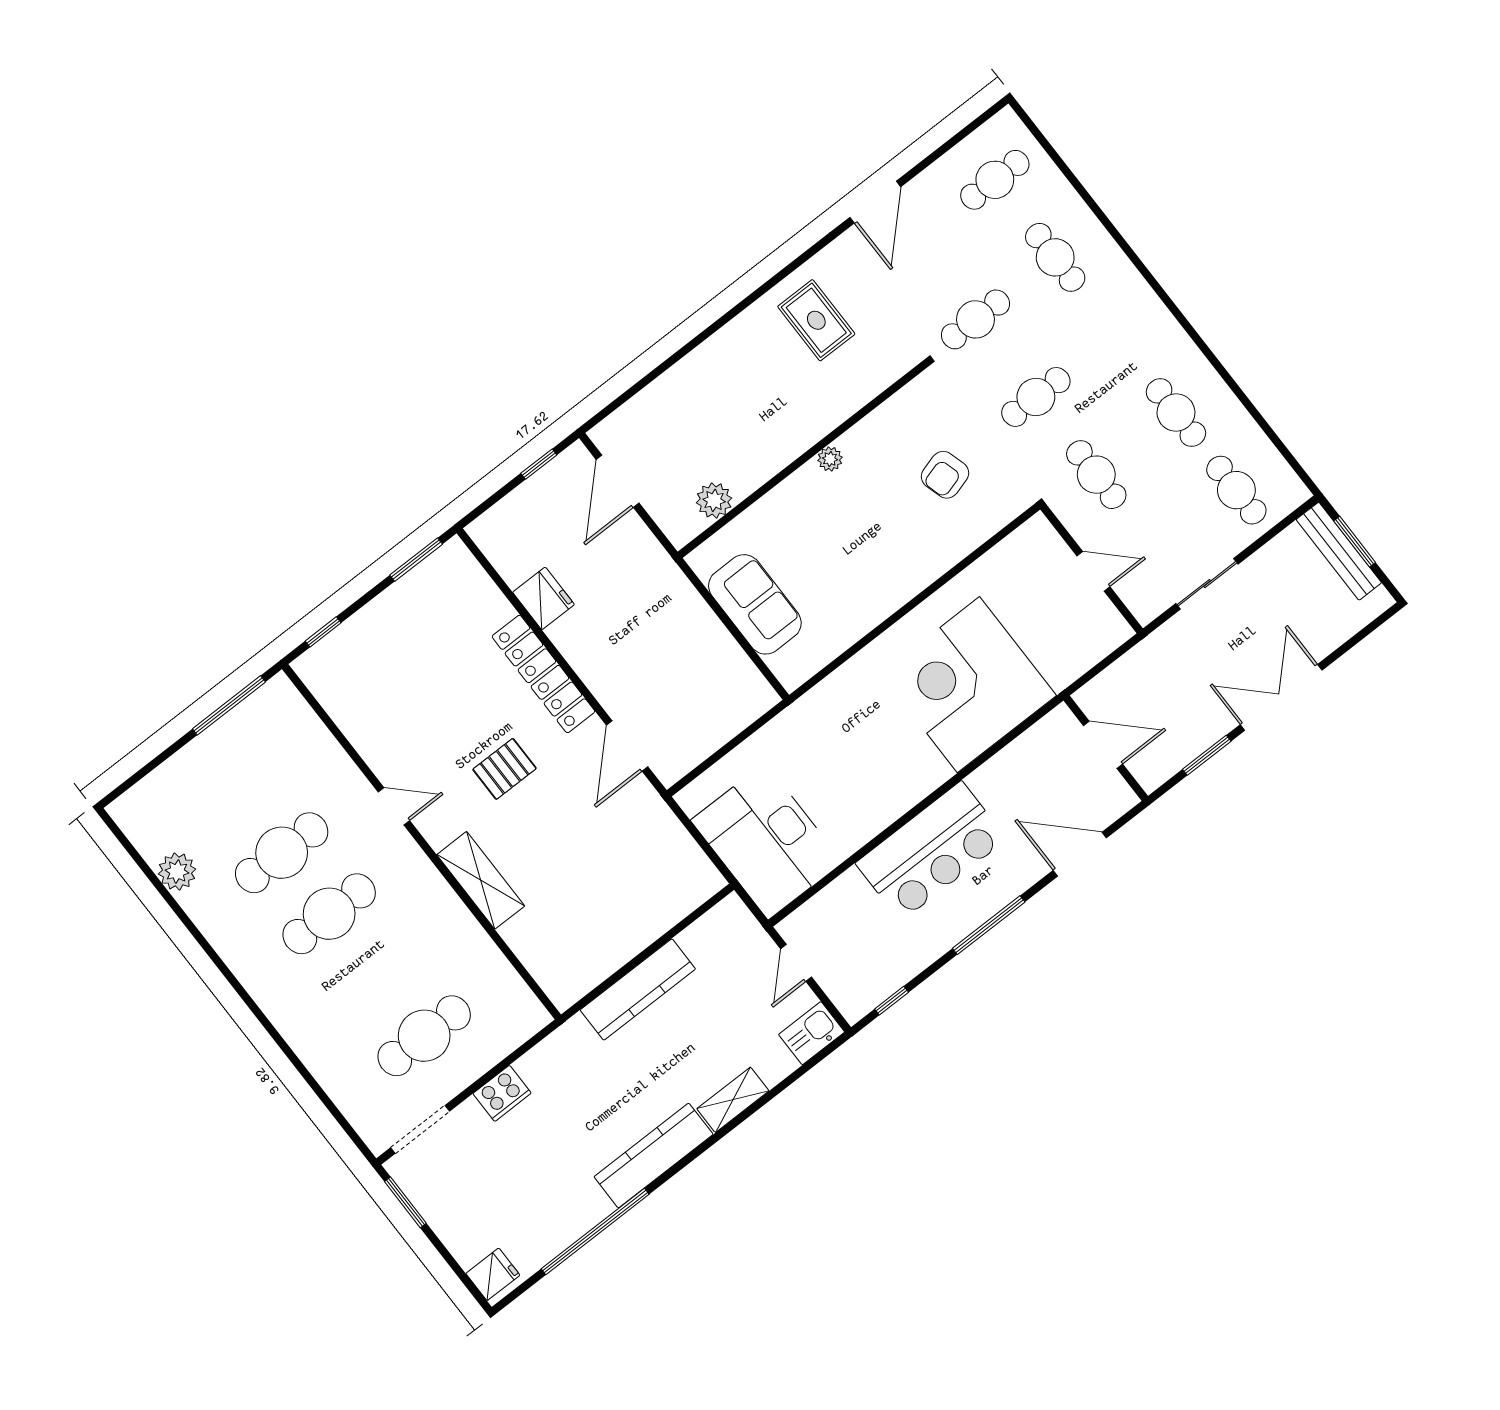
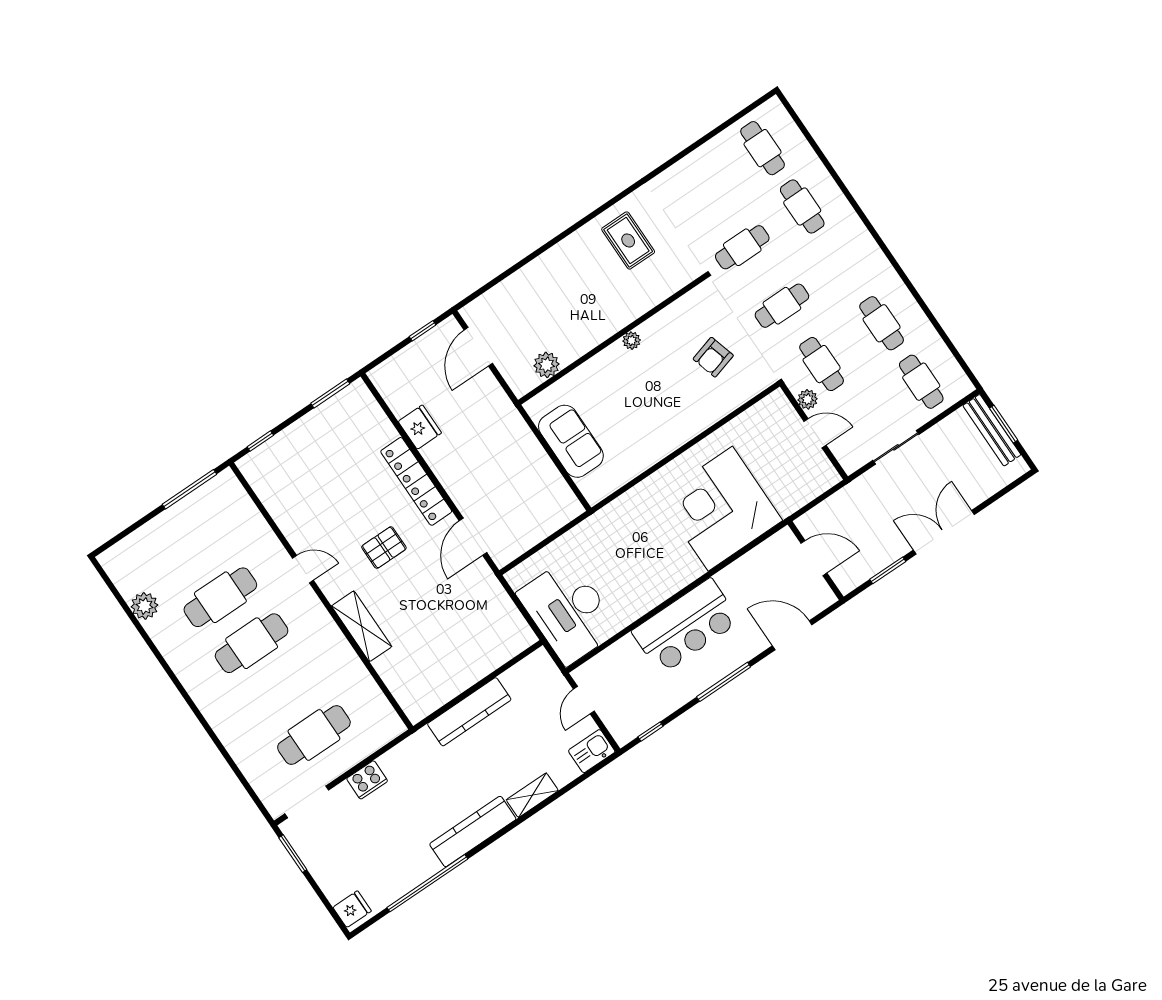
cafe table: (995, 180) -> (763, 148), turned 90
door: (875, 202) -> (676, 159), removed
plant: (1080, 525) -> (808, 399), added

